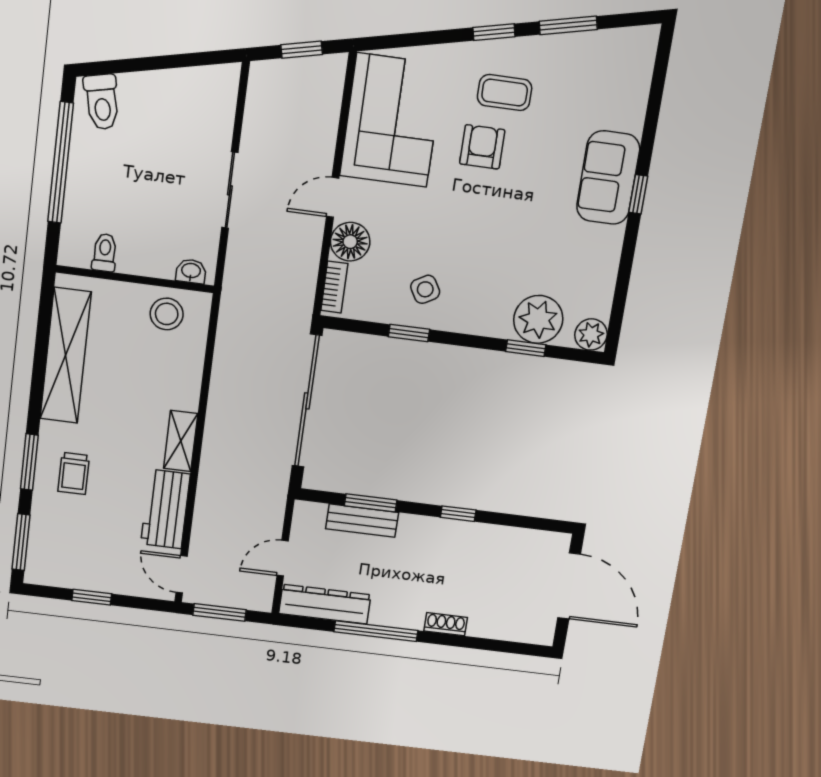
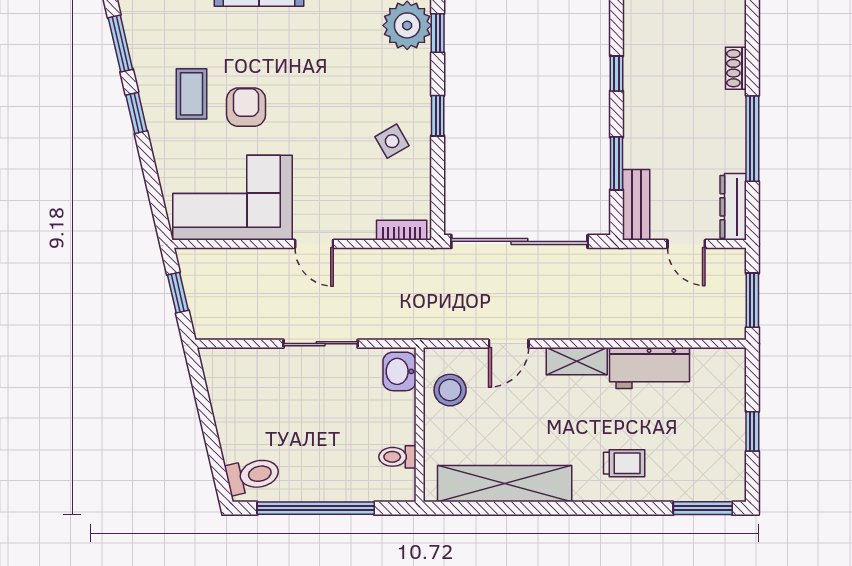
armchair: (482, 147) -> (246, 107), turned 90
floor lamp: (350, 242) -> (355, 221), removed
washbasin: (191, 271) -> (399, 371), width x1.38, depth x1.45
window: (409, 333) -> (438, 116), moved
window: (29, 462) -> (618, 508), removed
bench: (362, 521) -> (636, 205), moved
door: (182, 574) -> (509, 344), moved
dresser: (325, 604) -> (733, 207), width x0.73, depth x0.80

